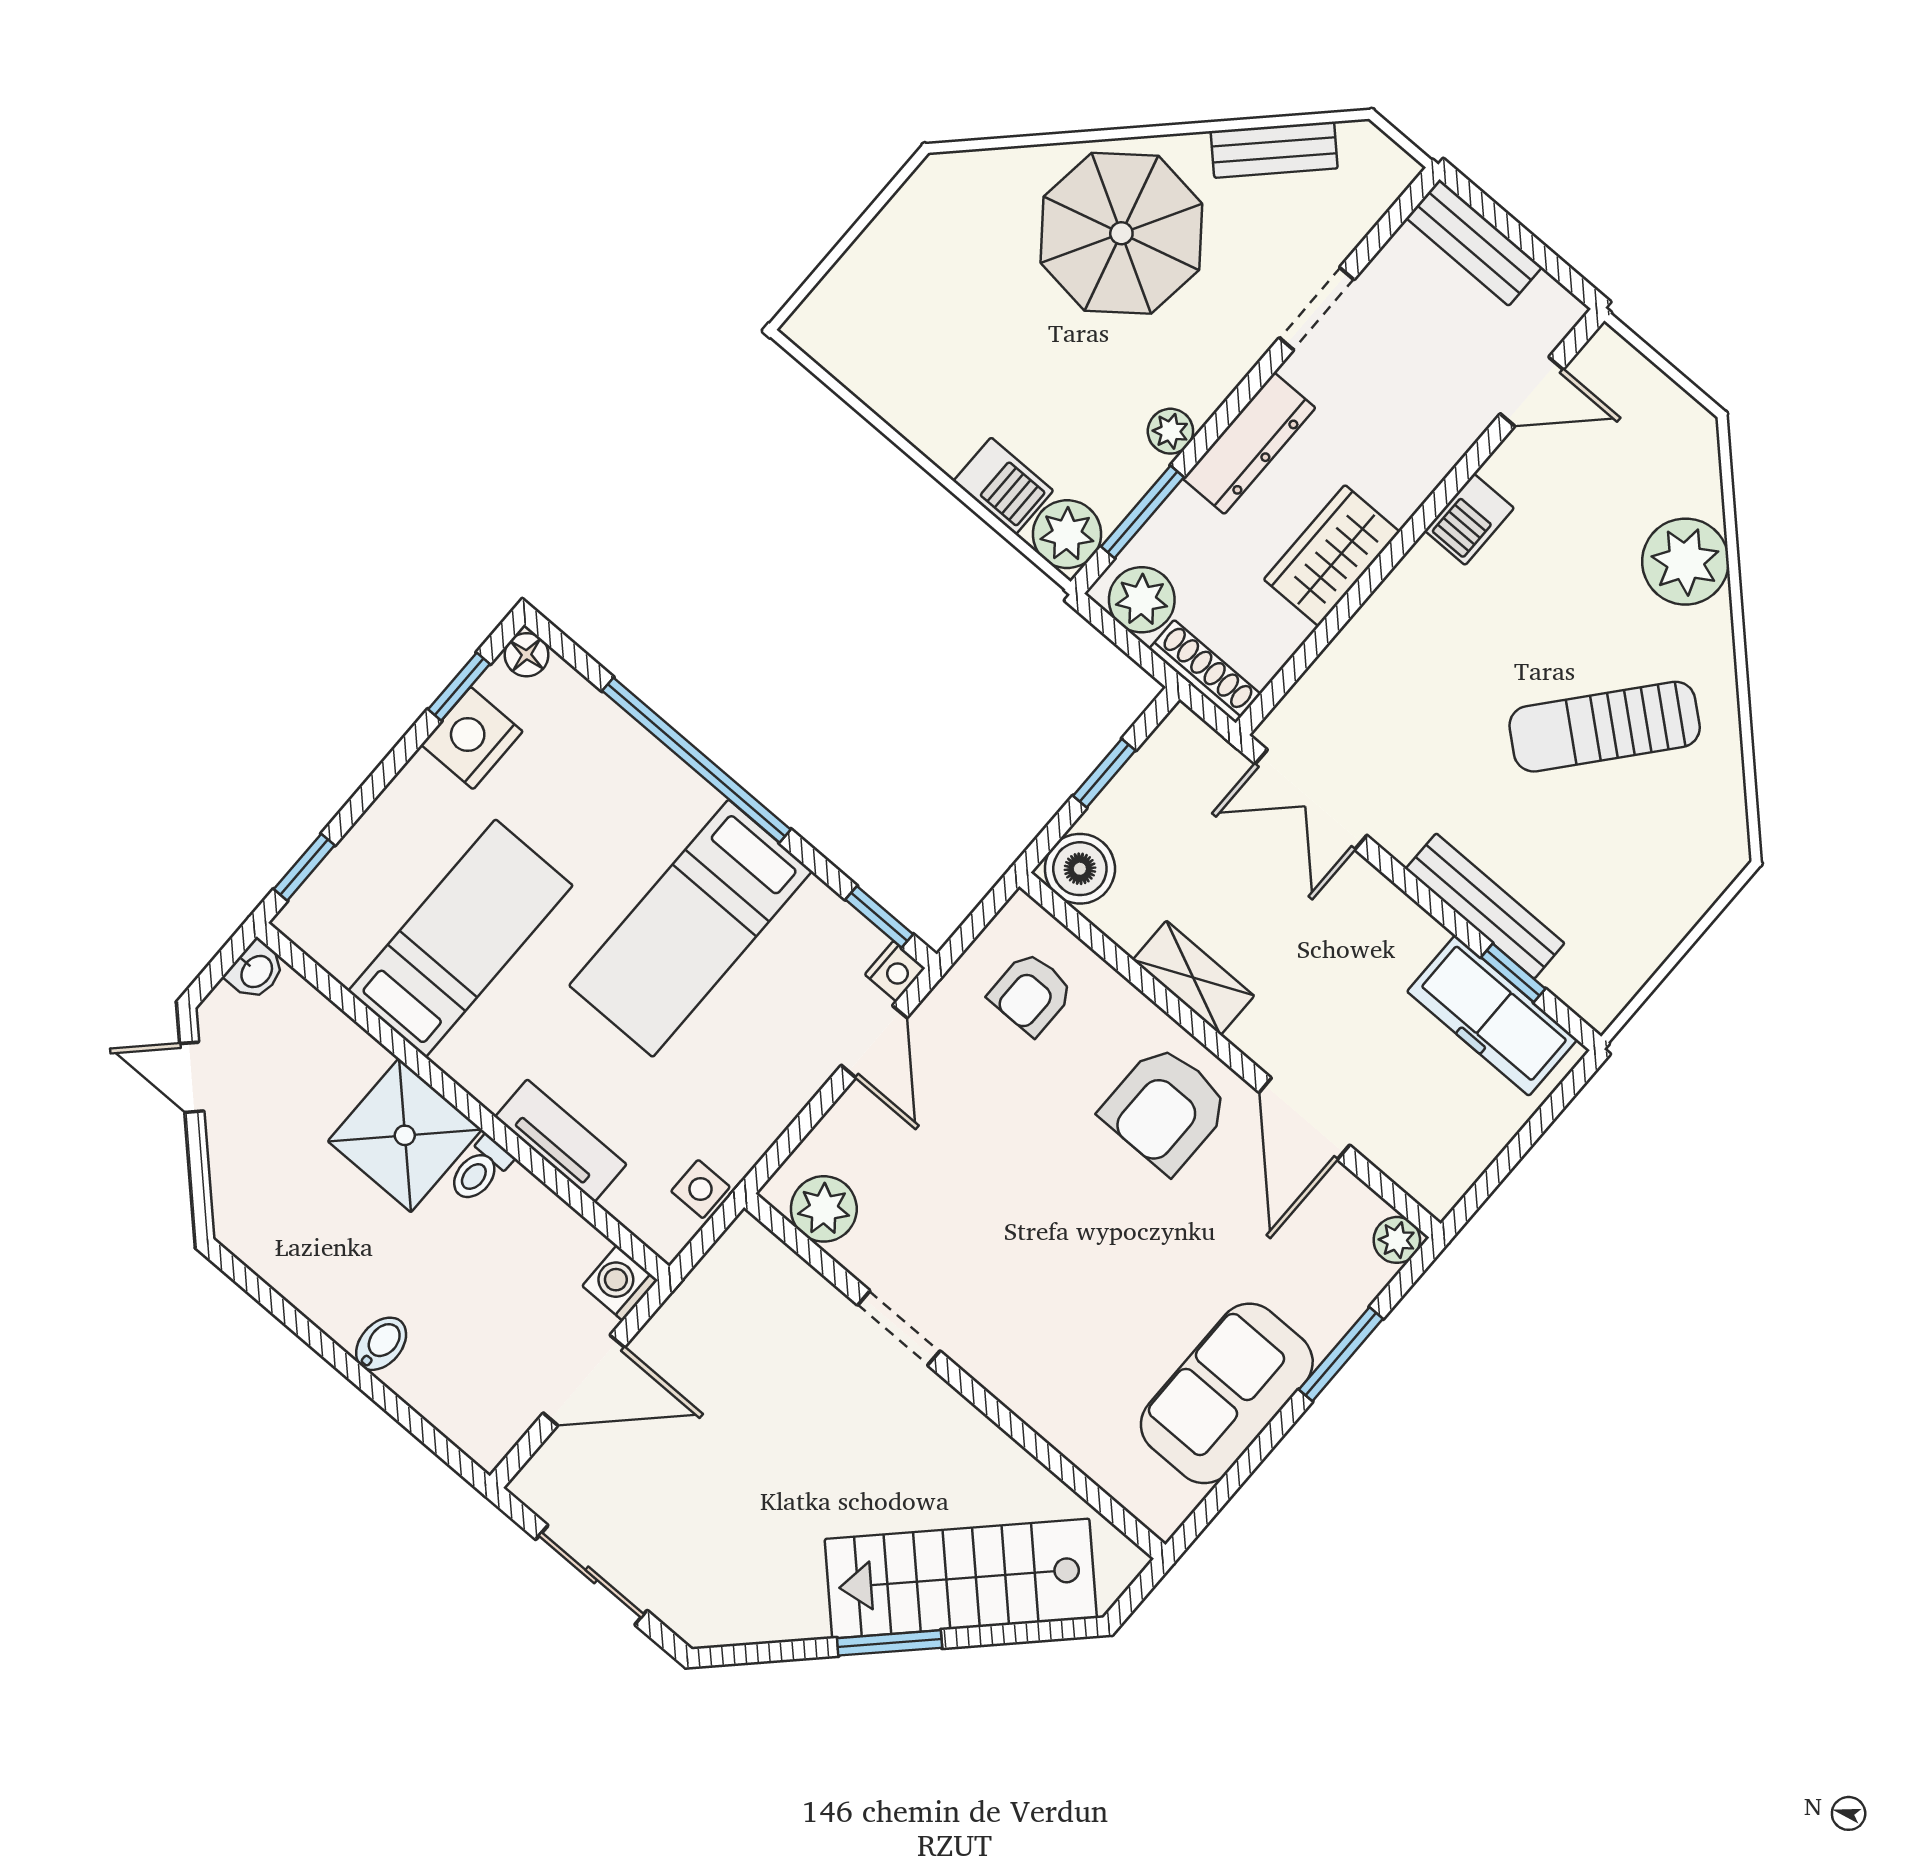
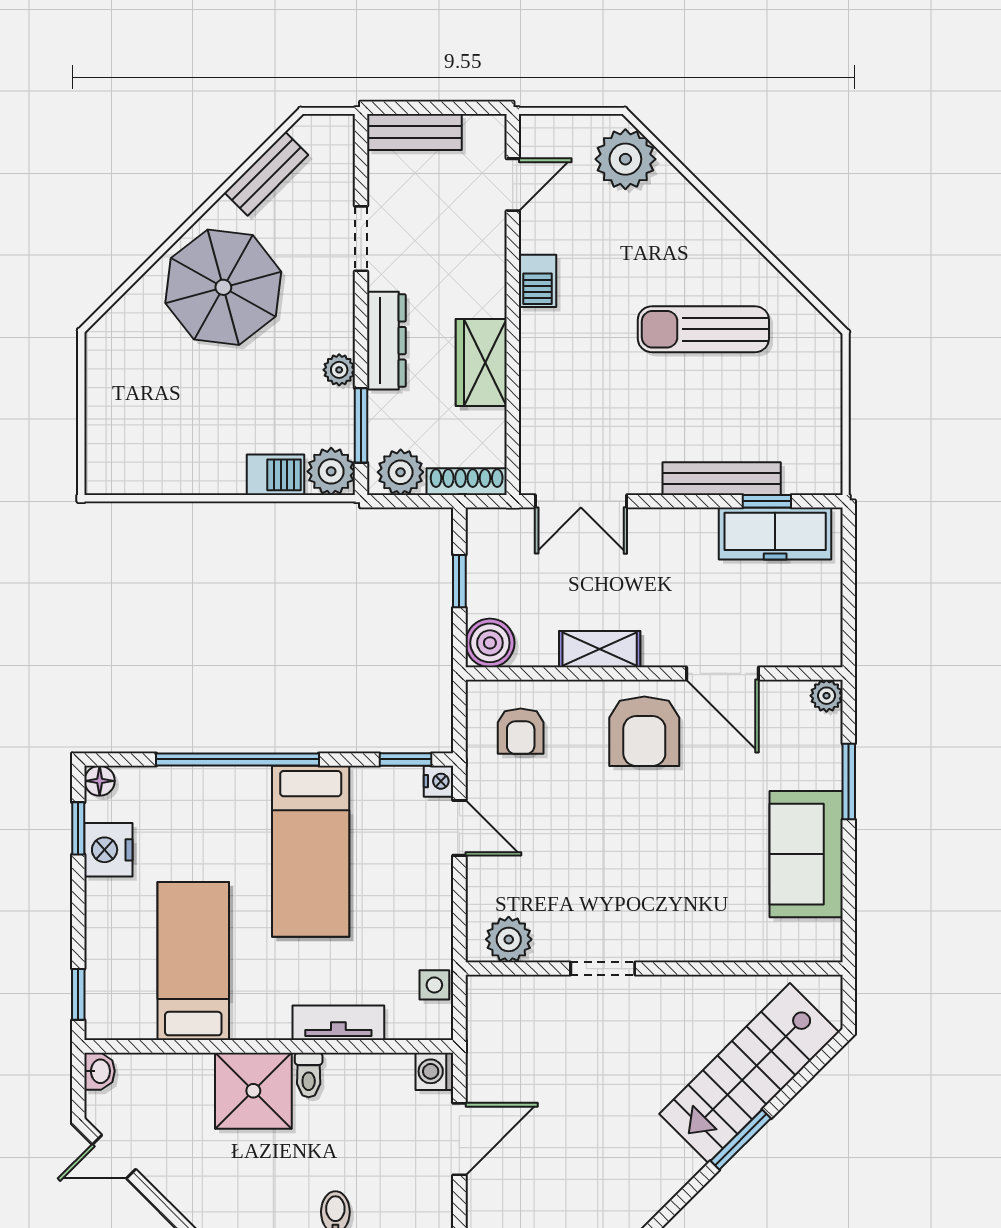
plant: (1685, 562) -> (625, 159), moved
sun lounger: (1605, 727) -> (703, 329), turned 50

